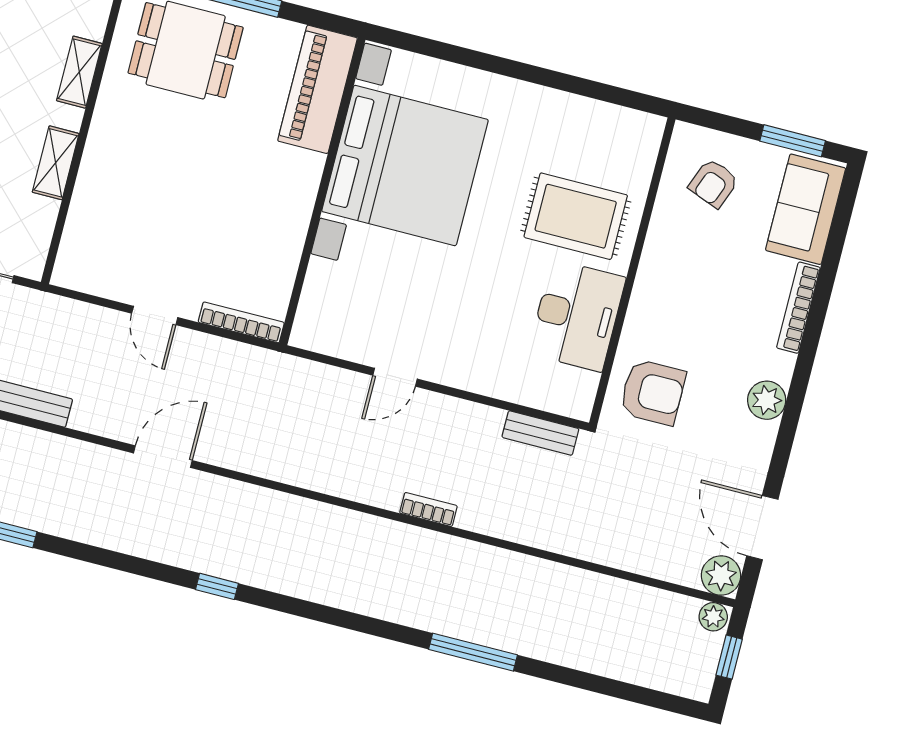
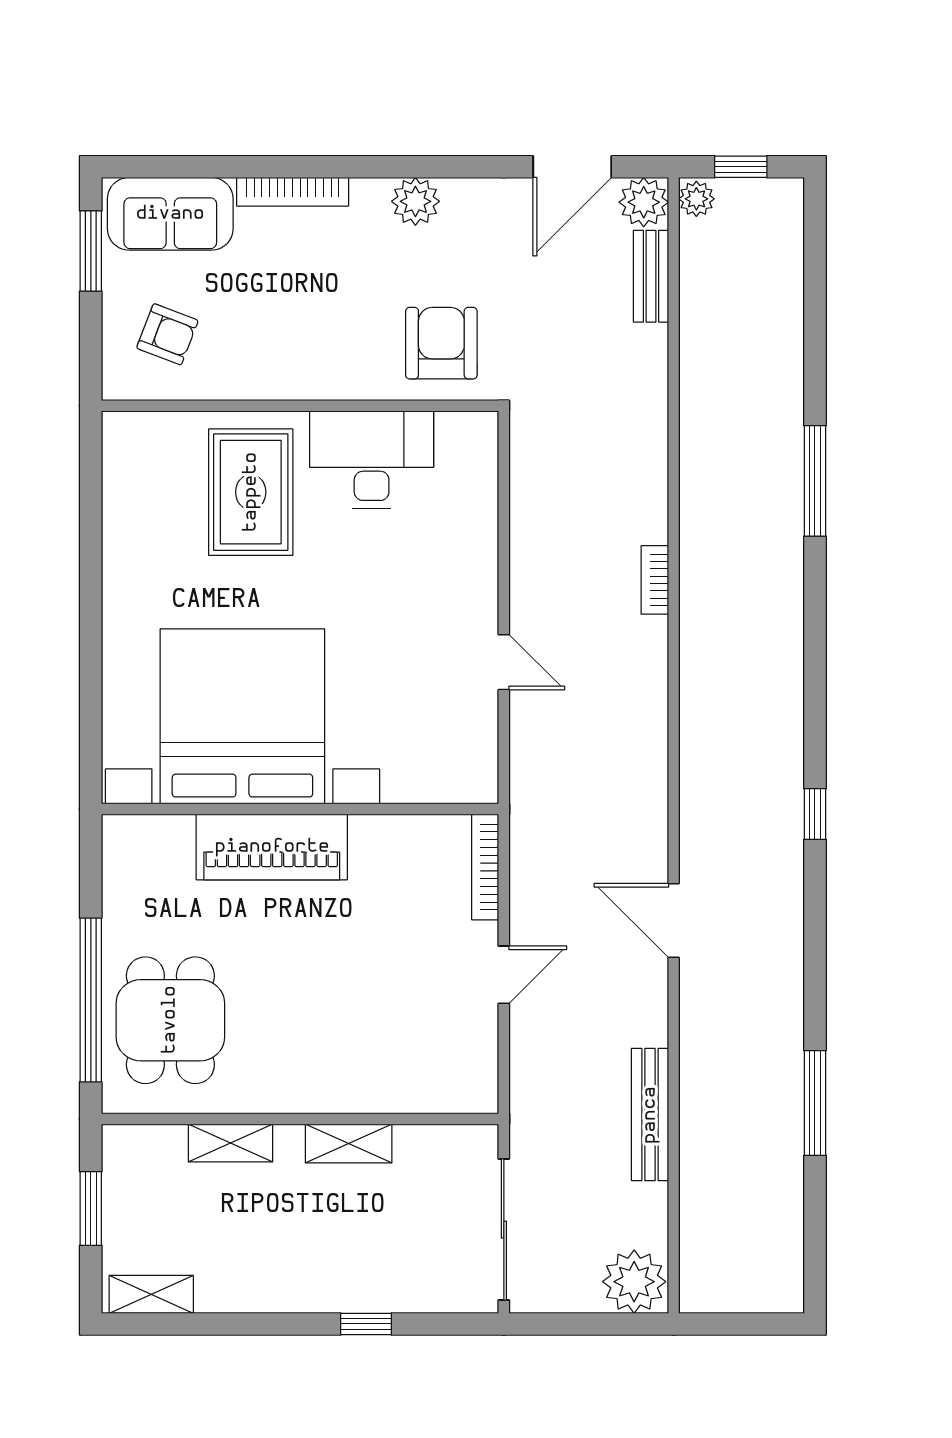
piano: (317, 89) -> (272, 847), moved
bench: (540, 433) -> (651, 276), moved

